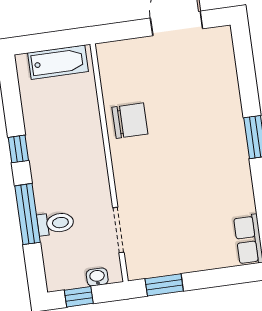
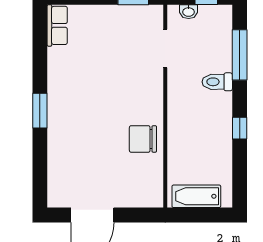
window: (28, 214) -> (240, 55), moved
toilet: (55, 223) -> (217, 82), moved

